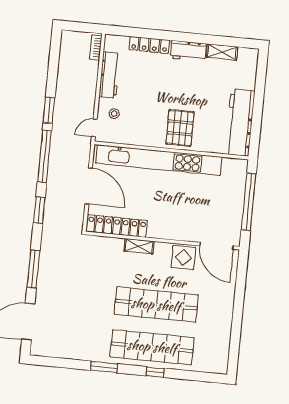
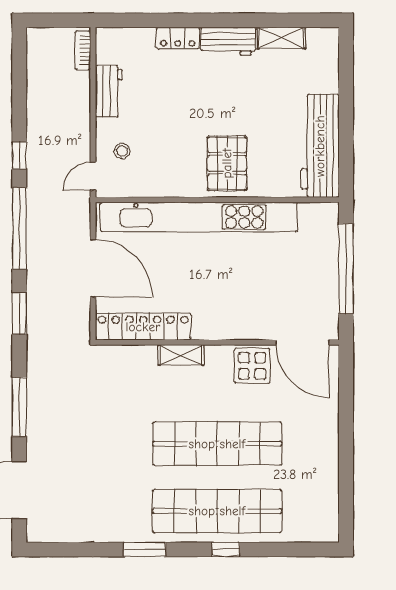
locker: (149, 45) -> (178, 38), width x0.66
workbench: (110, 75) -> (109, 91), width x0.73
window: (49, 110) -> (19, 156), width x0.67

